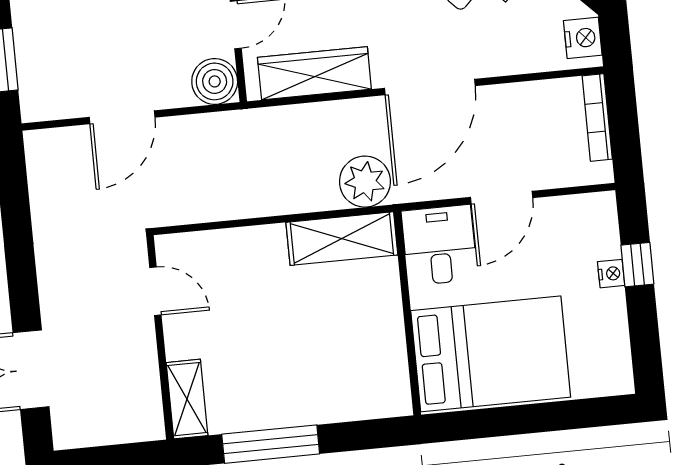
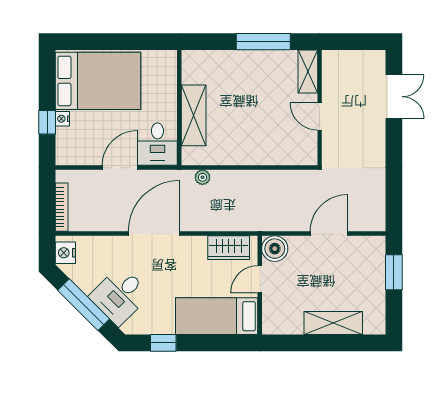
wardrobe: (314, 73) -> (229, 248), width x0.67
plant: (365, 182) -> (202, 177), width x0.53, depth x0.53
shelving: (342, 239) -> (194, 115), moved, turned 90
door: (155, 291) -> (320, 117), moved
bed: (491, 354) -> (98, 81), moved, turned 180

